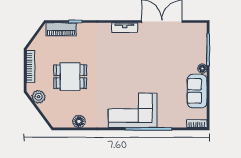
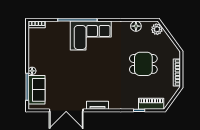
sofa: (197, 91) -> (37, 90), moved
plant: (39, 97) -> (157, 29), moved

